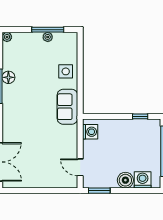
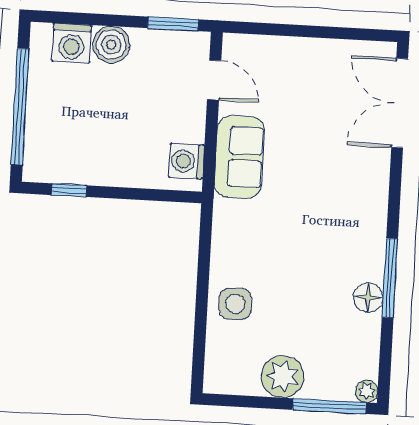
window: (48, 30) -> (329, 406), moved
plant: (48, 37) -> (283, 376), width x1.88, depth x1.88
sofa: (67, 107) -> (239, 157), moved

